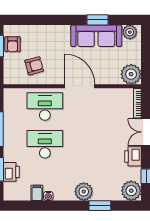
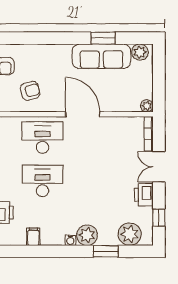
plant: (131, 74) -> (147, 106), width x0.53, depth x0.53
plant: (131, 191) -> (130, 234), moved
water cooler: (48, 196) -> (70, 240), moved

